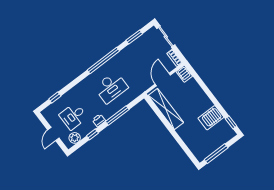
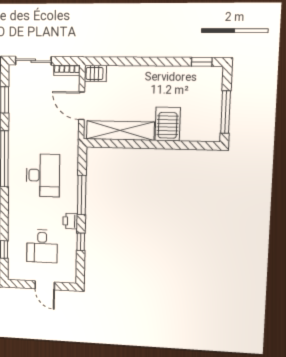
server rack: (211, 118) -> (168, 124), moved, turned 180
plant: (75, 138) -> (69, 265), removed

